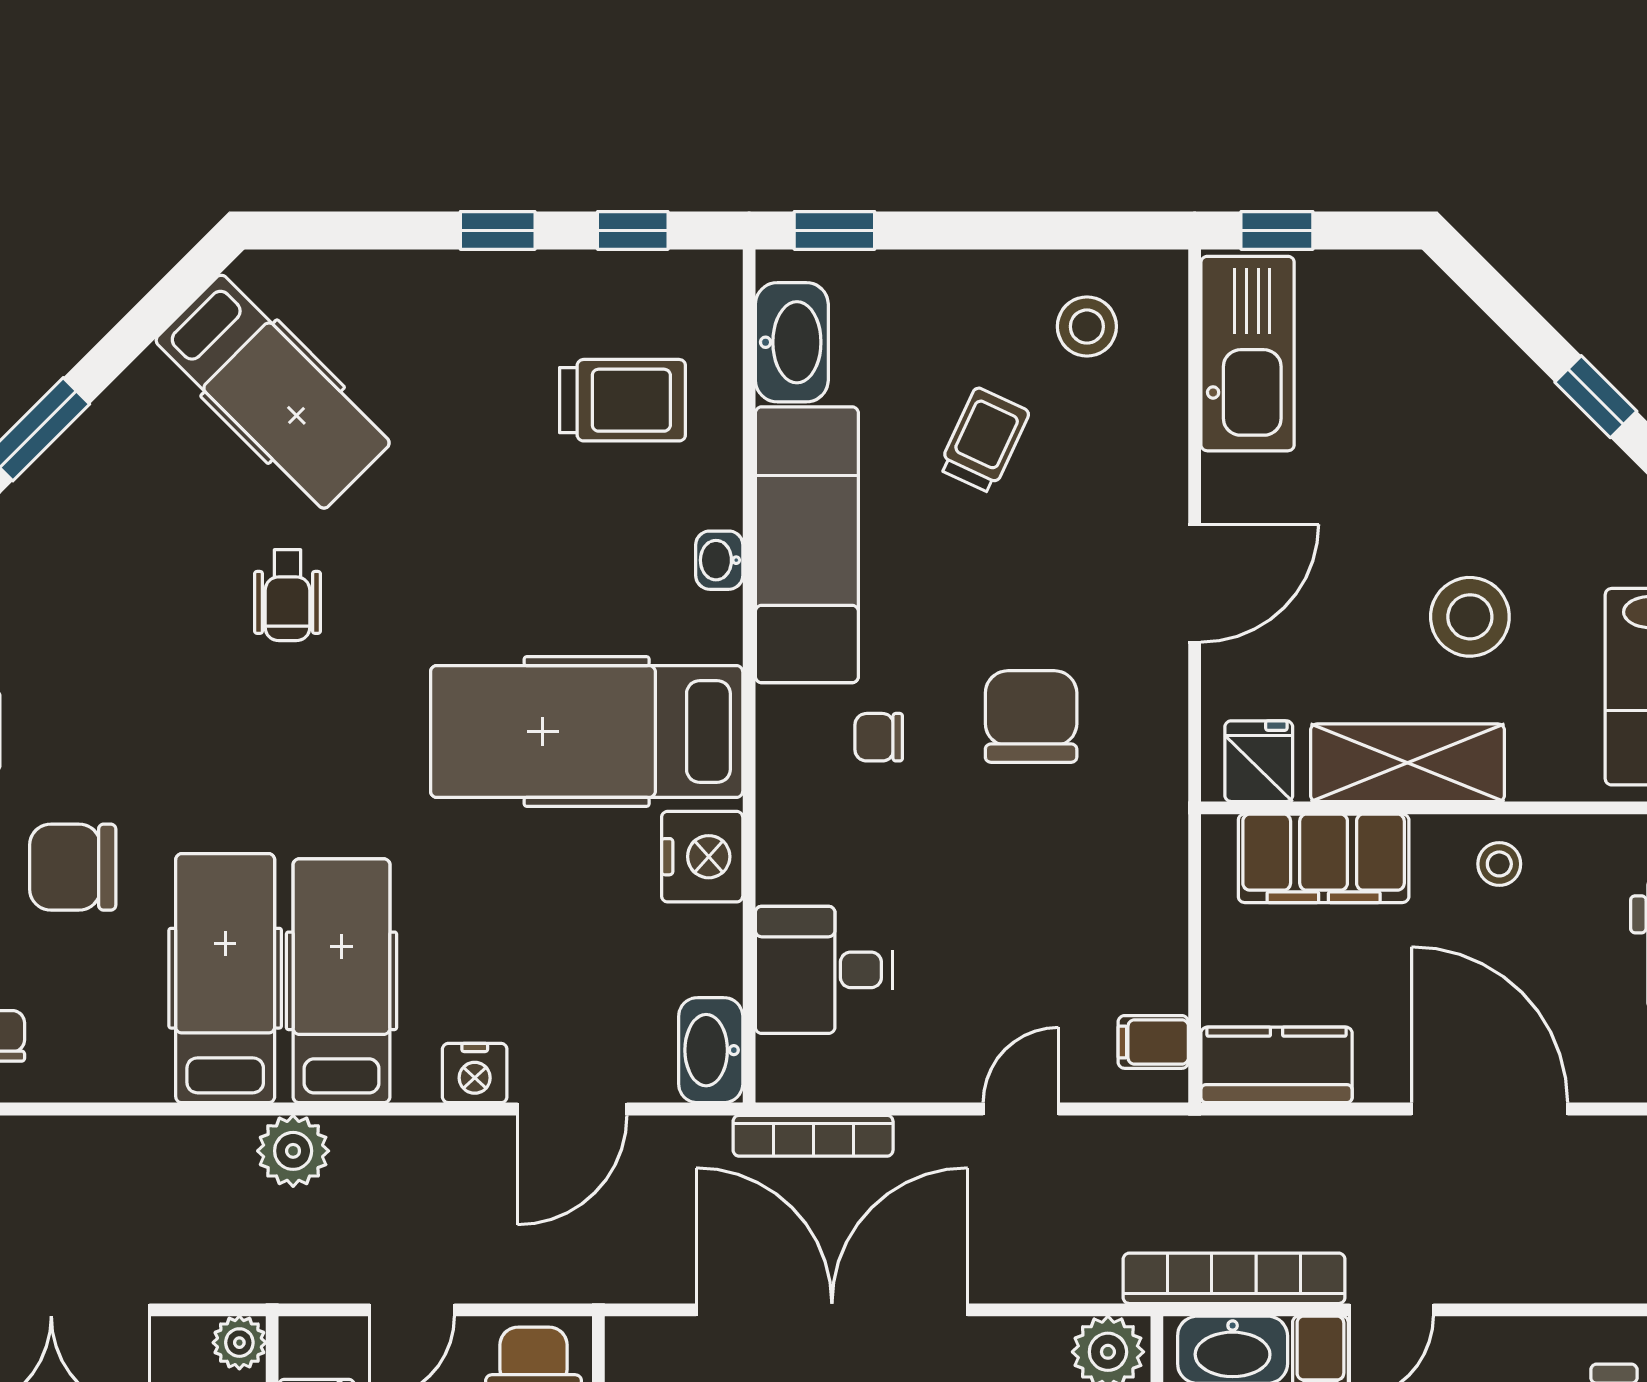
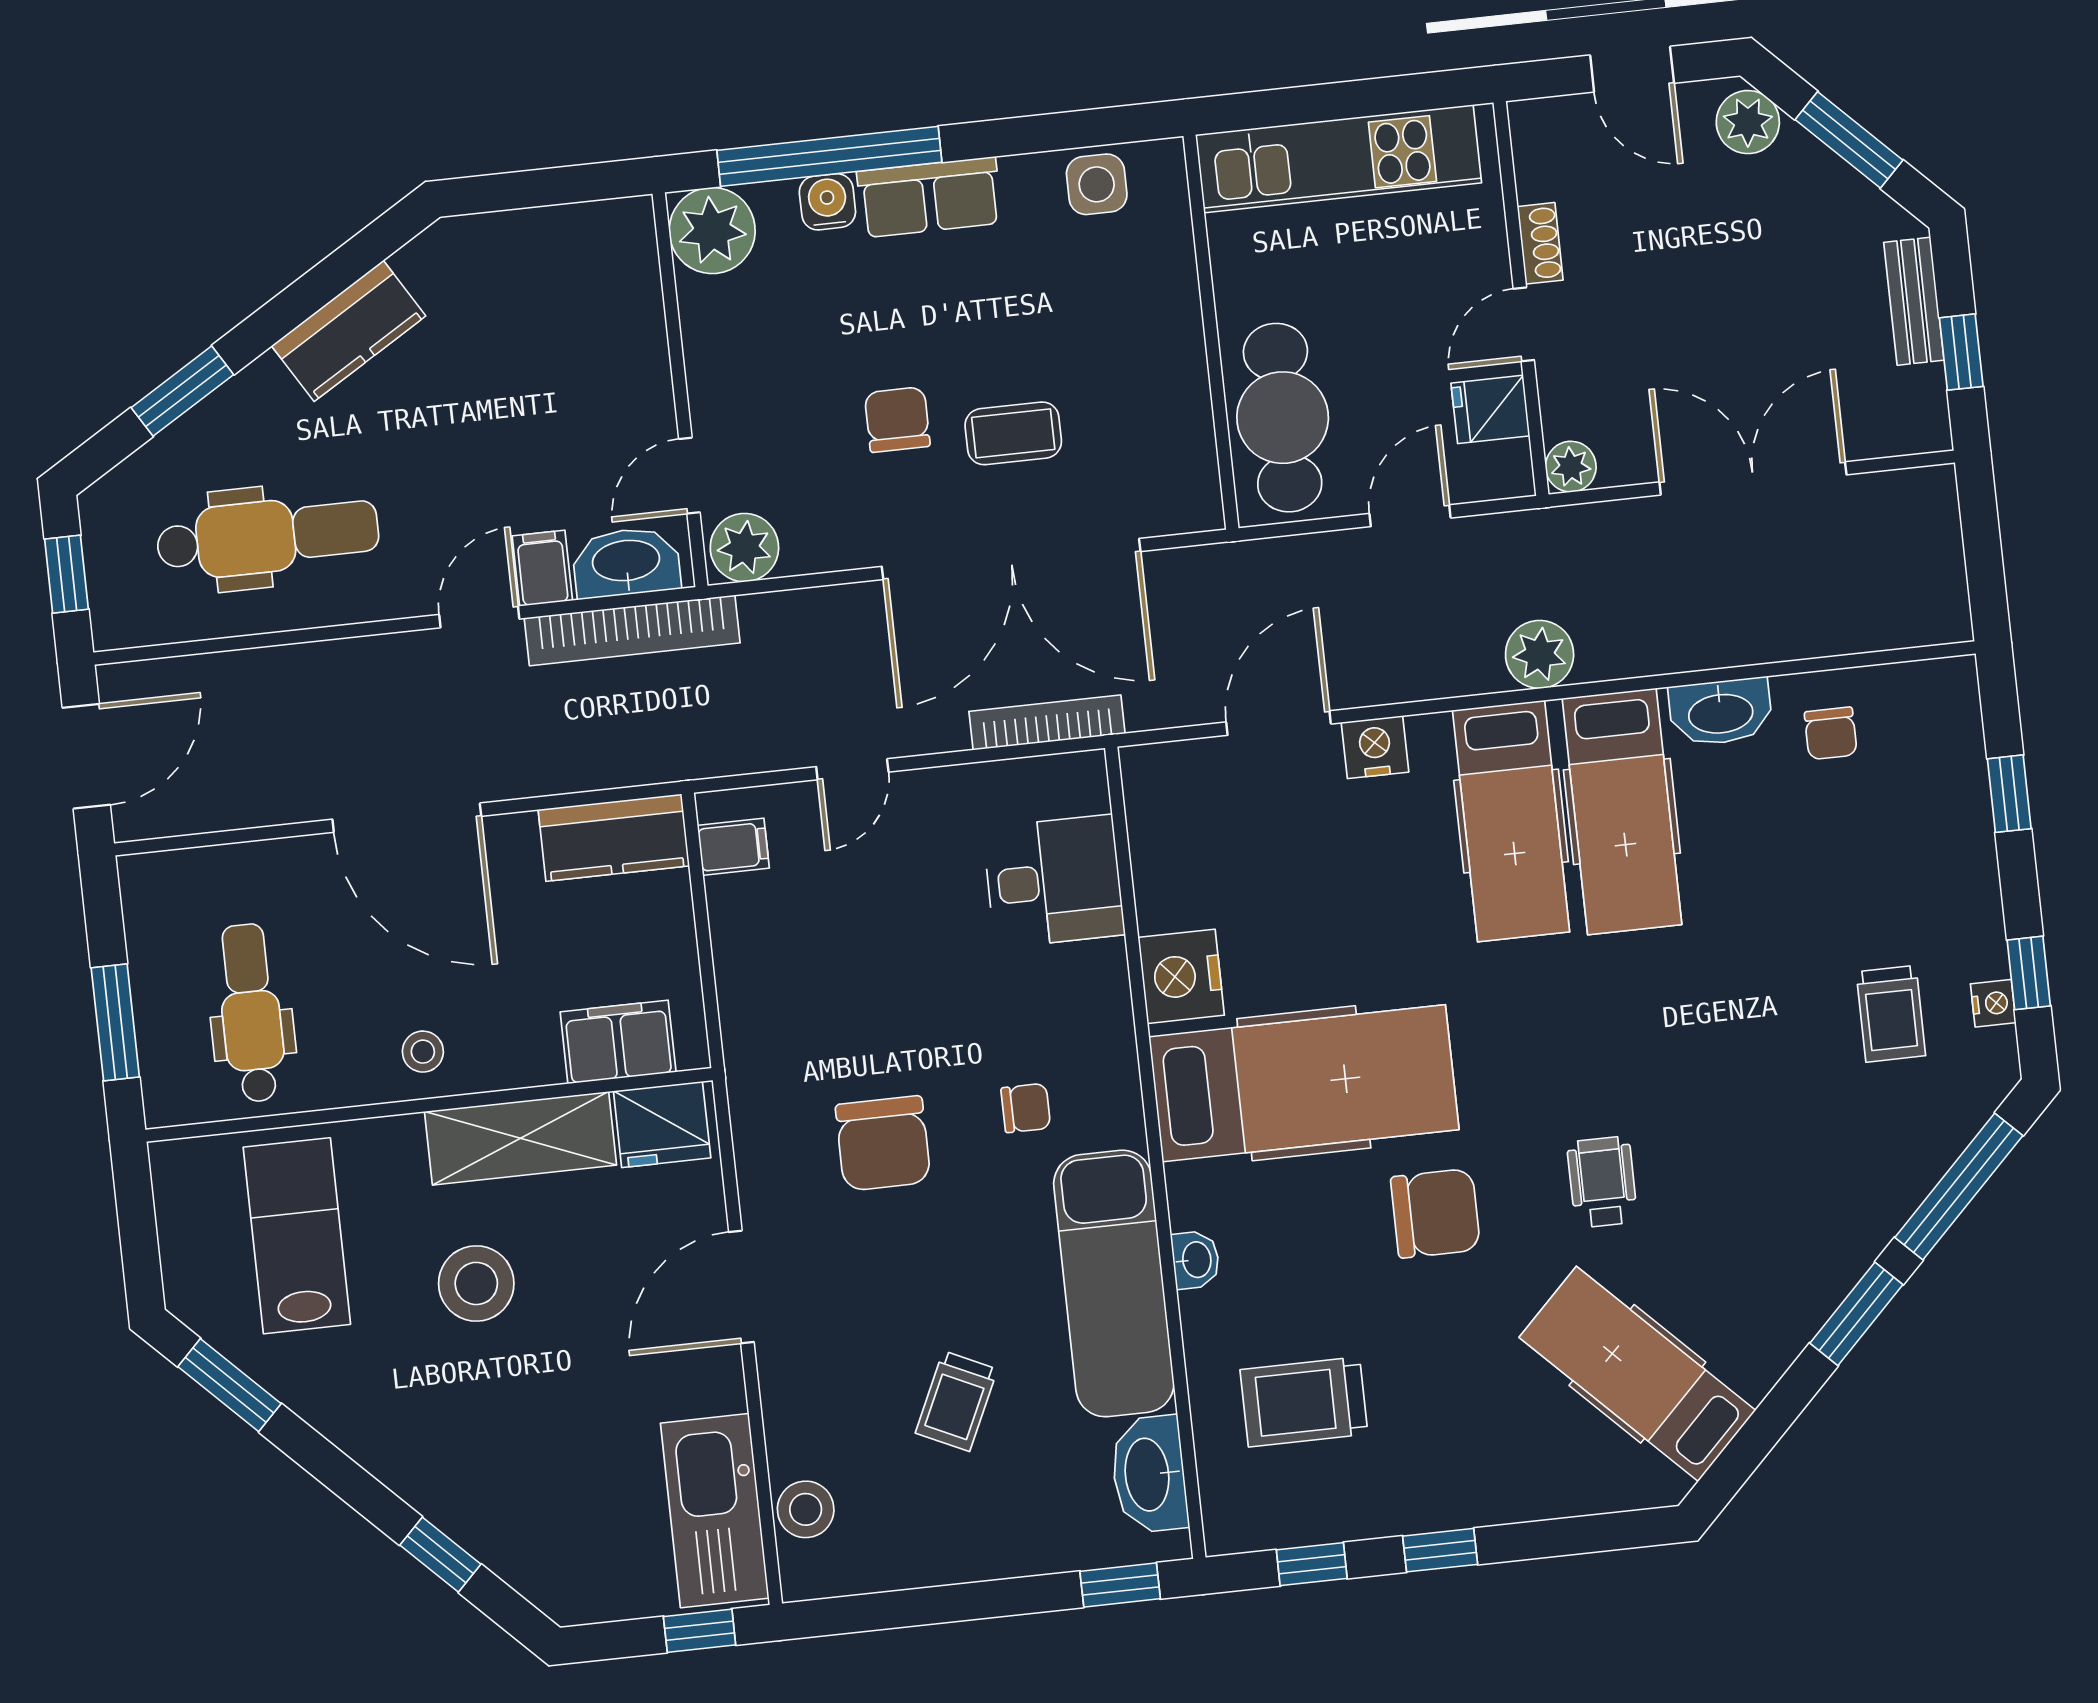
stool: (1087, 327) -> (806, 1509), moved
window: (1596, 397) -> (440, 1555), moved
fridge: (1259, 761) -> (662, 1124), width x1.38
filing cabinet: (1324, 858) -> (618, 1042), width x0.67, depth x0.86
chair: (73, 867) -> (1435, 1213), moved
washbasin: (711, 1050) -> (1721, 712), moved, turned 90

